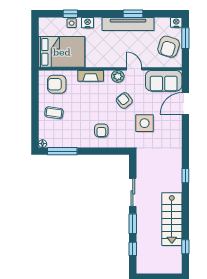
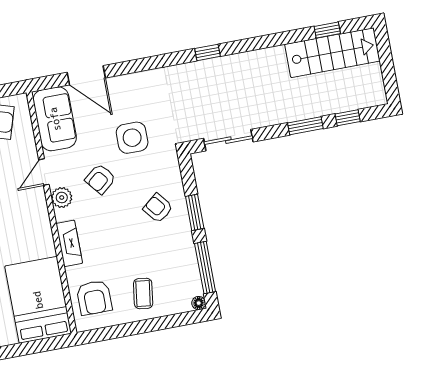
armchair: (101, 130) -> (158, 208), turned -129
window: (95, 151) -> (195, 212), added
sliding door: (133, 192) -> (228, 140), moved
stairs: (172, 219) -> (332, 53), moved

